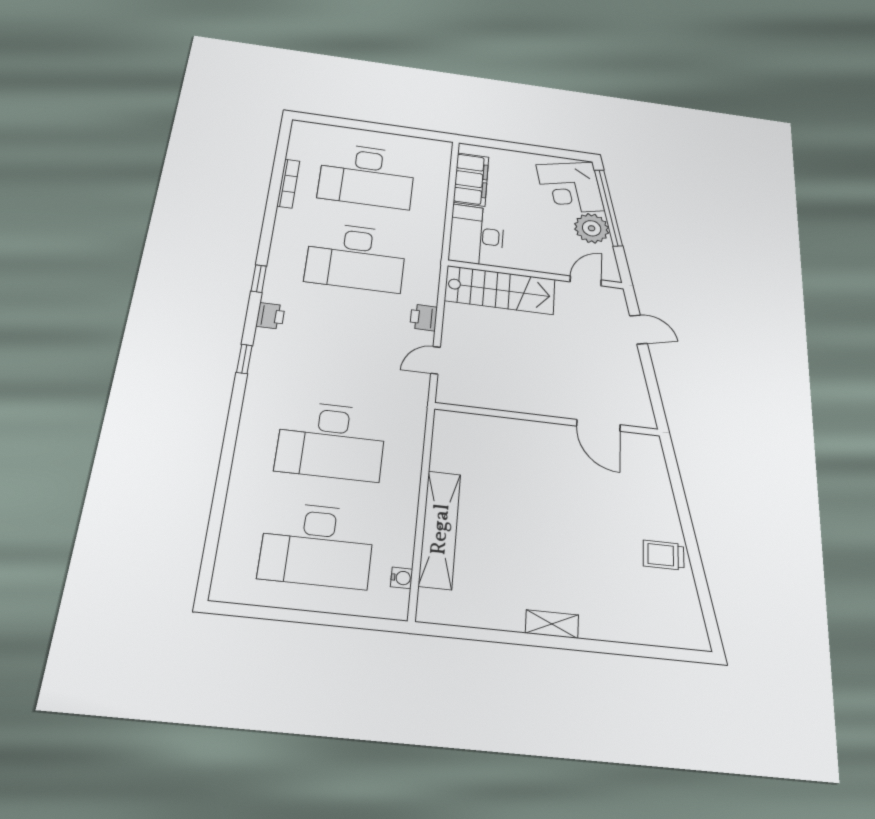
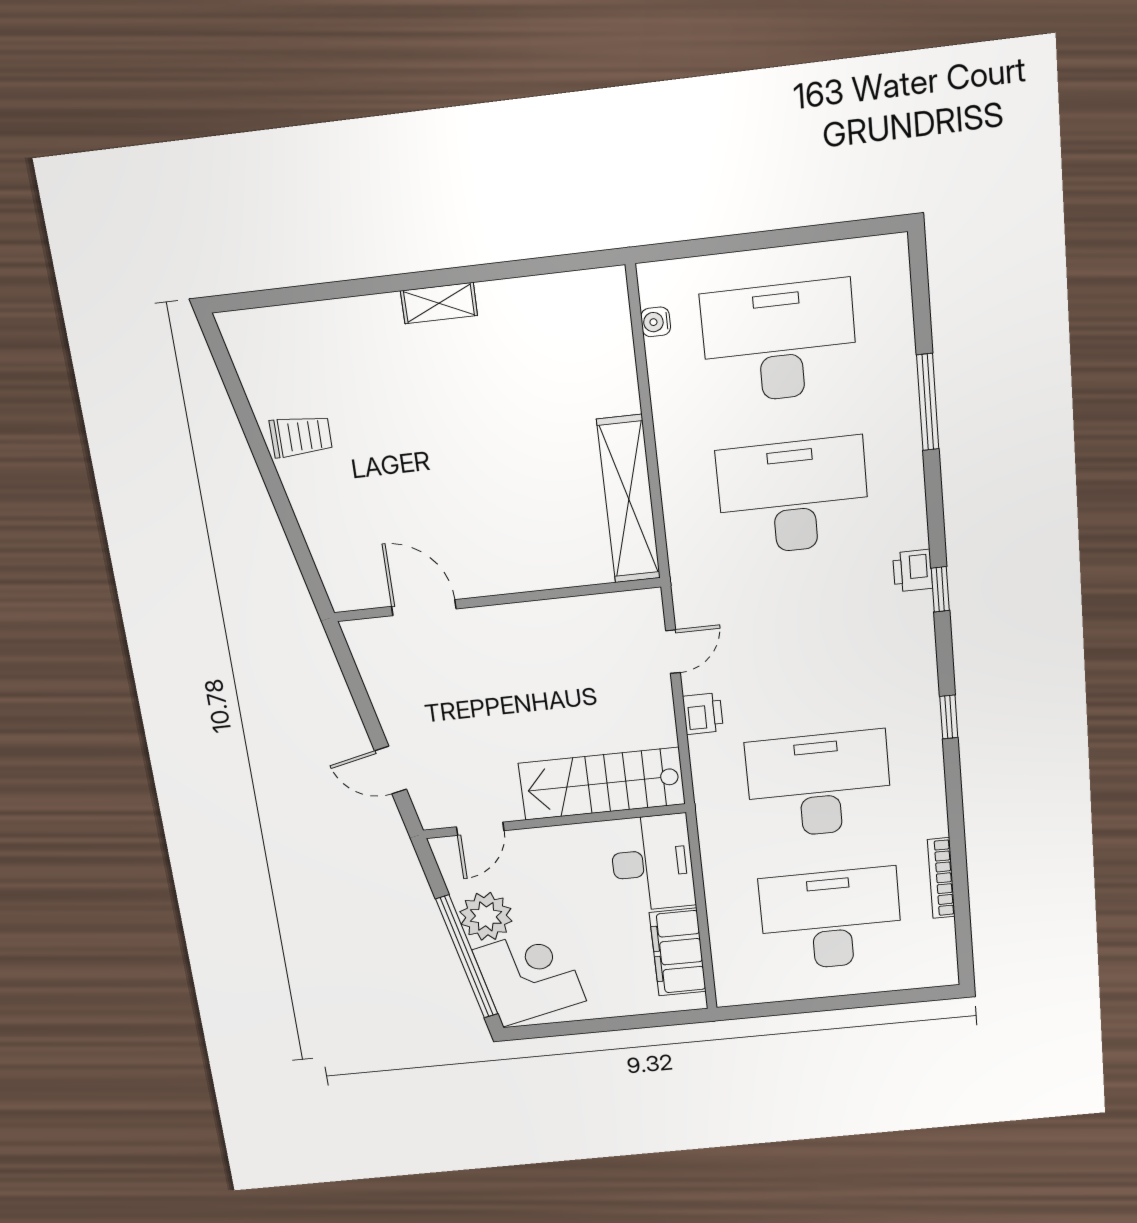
printer: (270, 316) -> (913, 571), moved
window: (222, 482) -> (928, 402), added
shelving: (440, 529) -> (629, 499), moved

